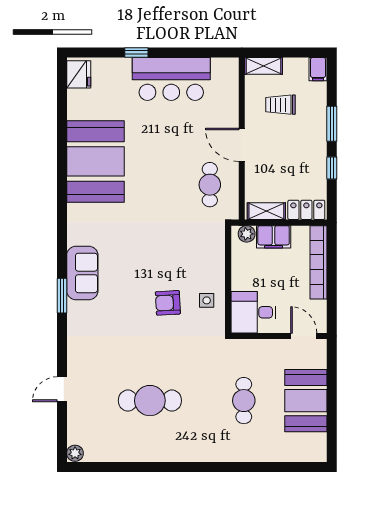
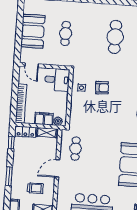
door: (242, 145) -> (57, 168), swing flipped
window: (332, 168) -> (11, 143), moved
cafe table: (150, 401) -> (115, 37), turned 90

